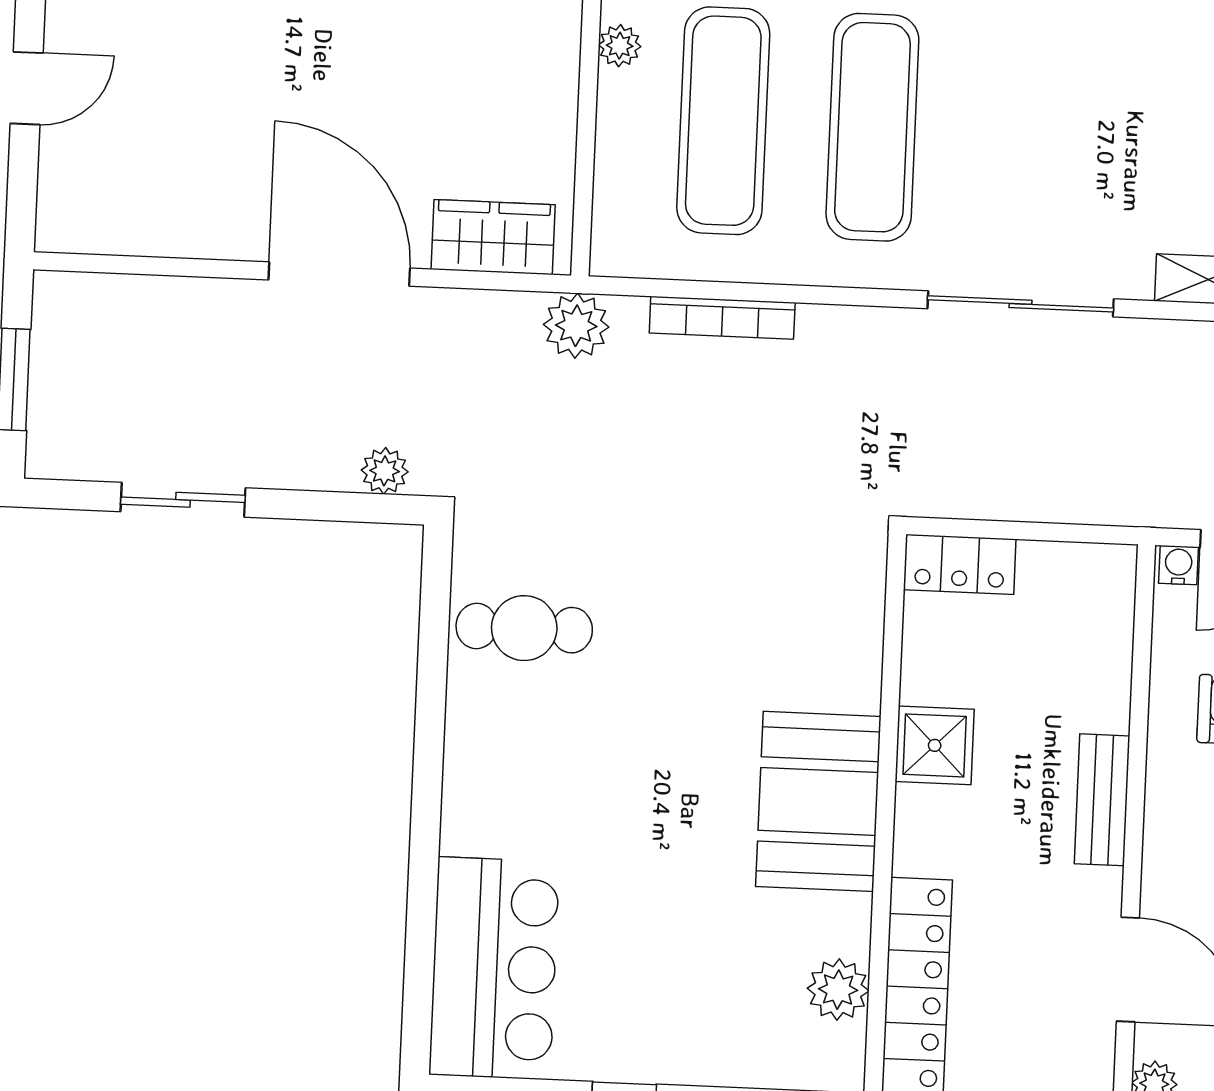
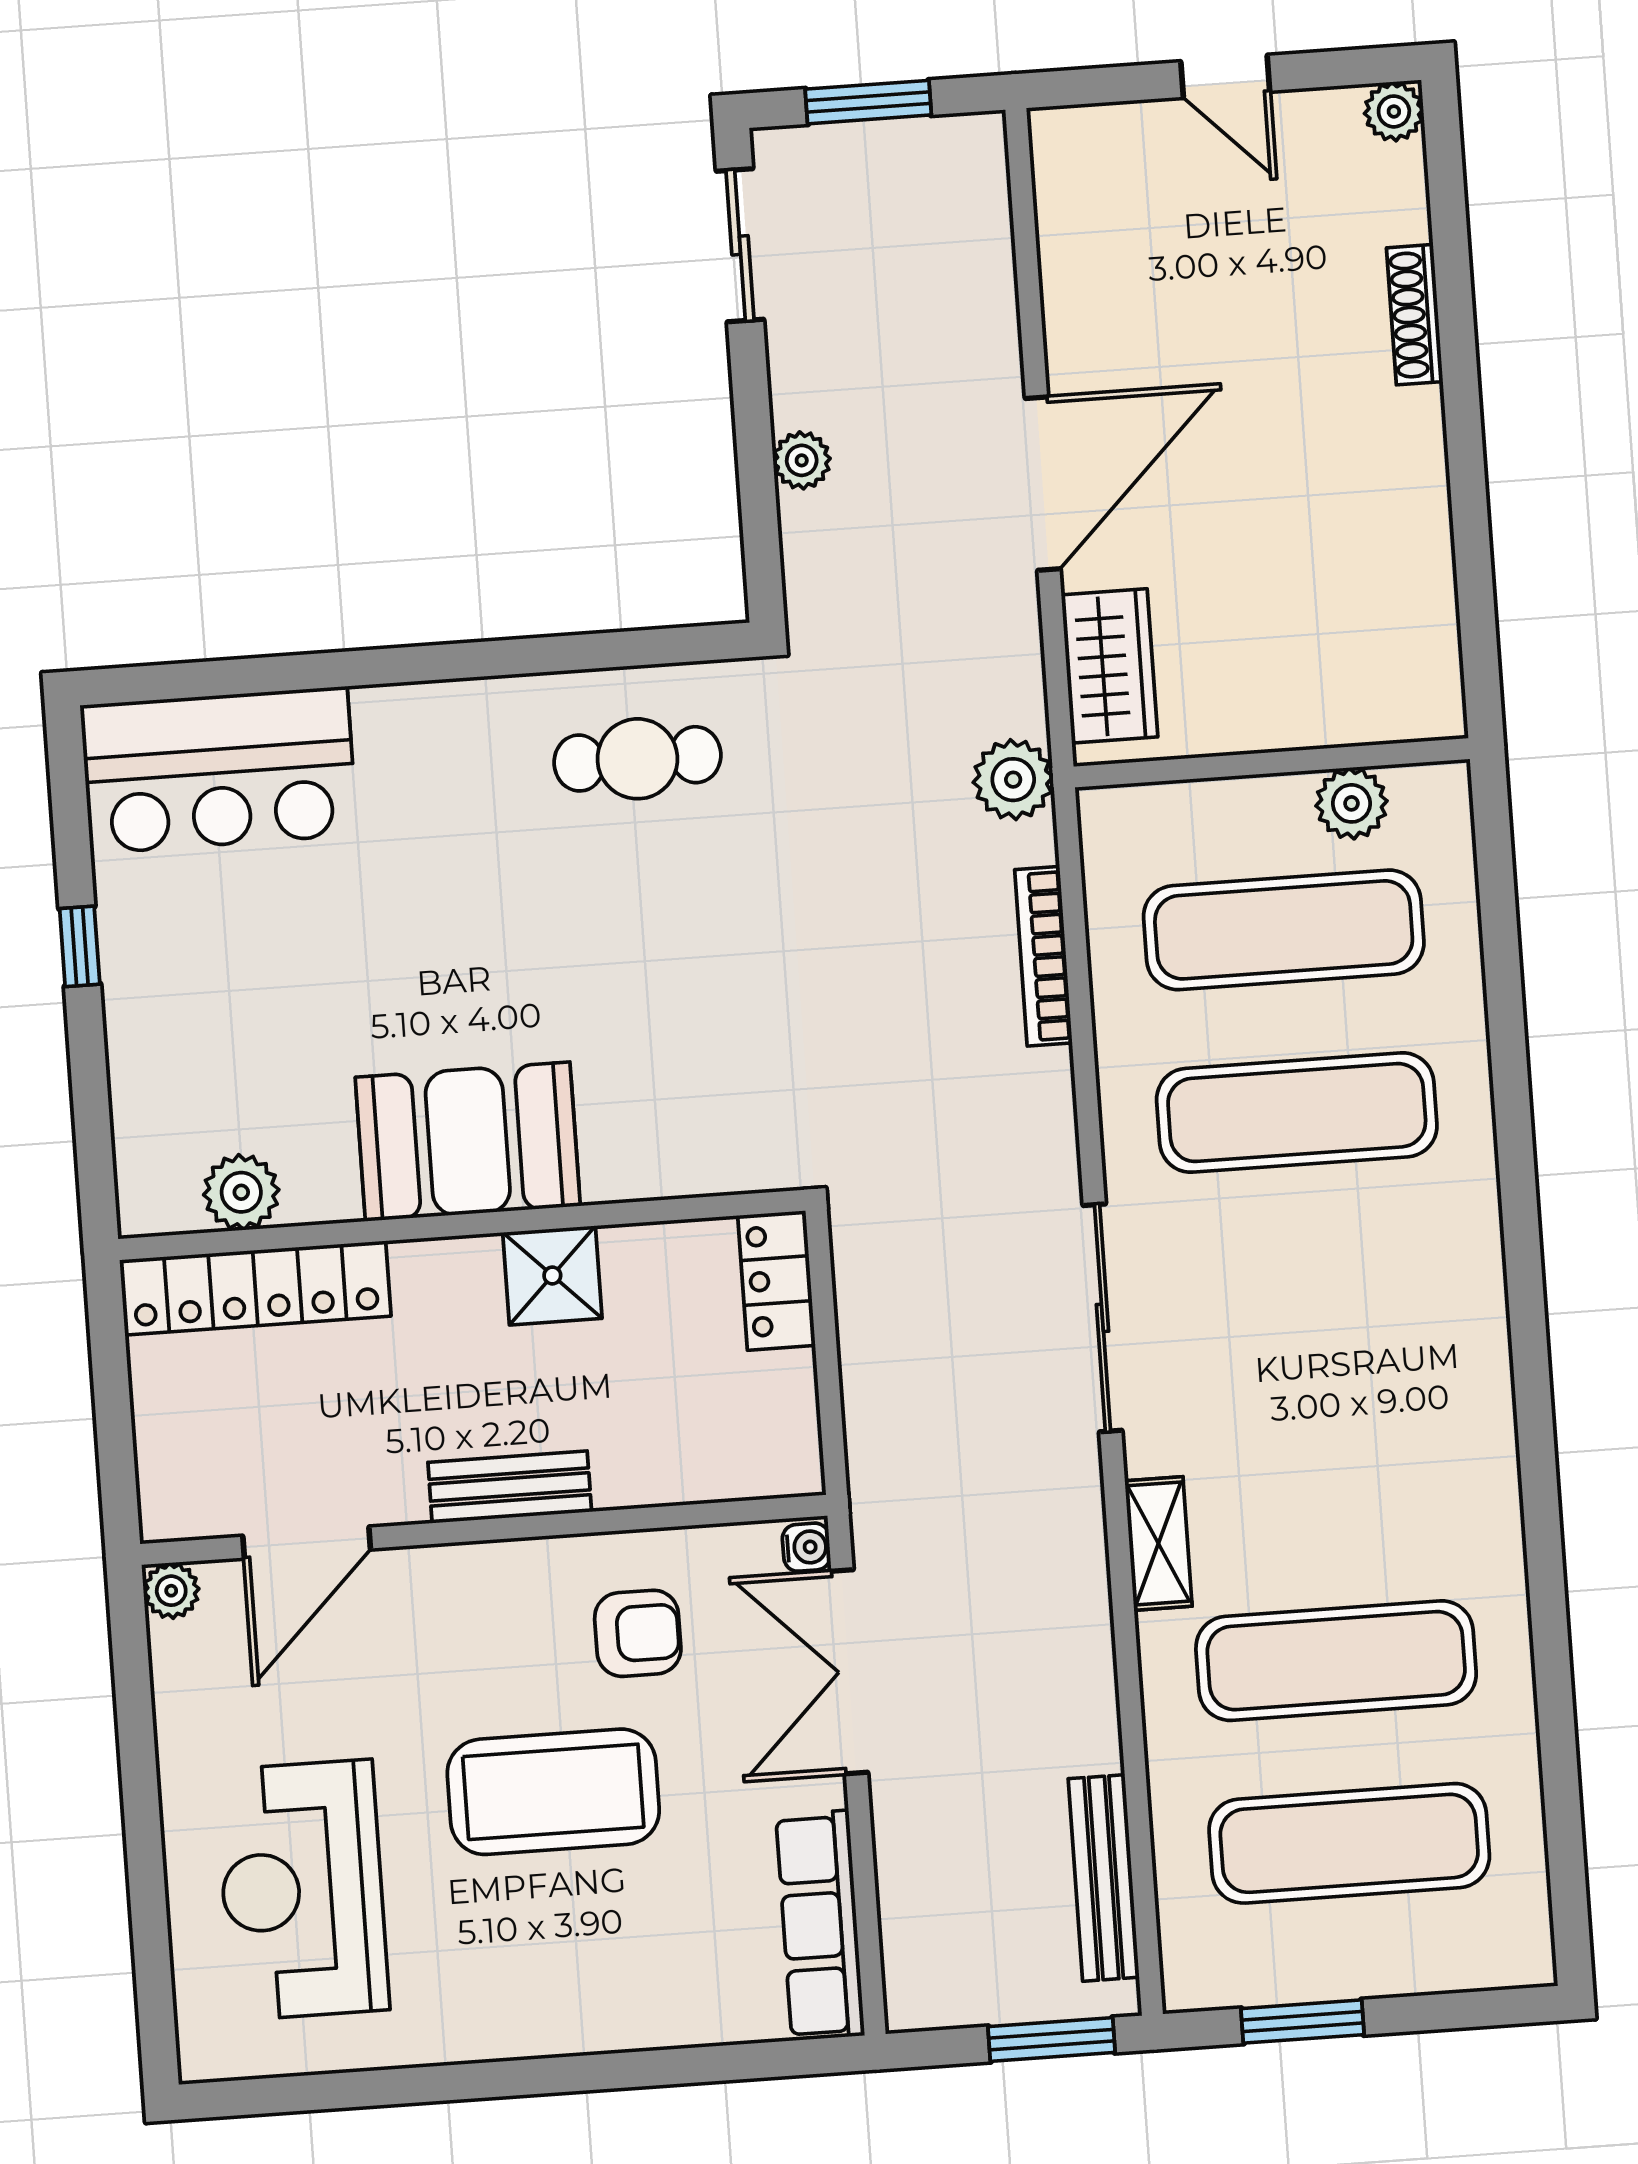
plant: (620, 46) -> (1351, 803), width x1.38, depth x1.38
plant: (385, 471) -> (802, 460), moved
sliding door: (183, 500) -> (740, 245), moved
cafe table: (524, 628) -> (637, 759), turned 90

